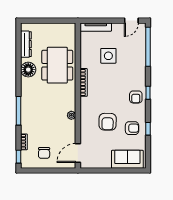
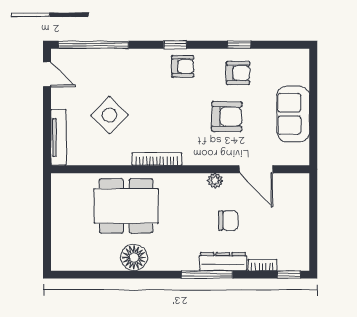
dresser: (26, 44) -> (223, 262), moved
side table: (108, 56) -> (109, 115), turned 45
armchair: (132, 128) -> (238, 73), turned 90
chair: (44, 153) -> (228, 220), moved
door: (78, 153) -> (256, 169), moved
sofa: (127, 159) -> (293, 114), moved

